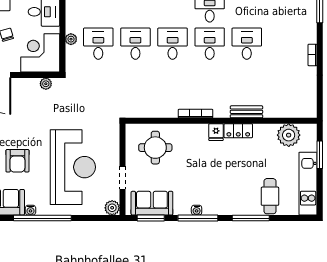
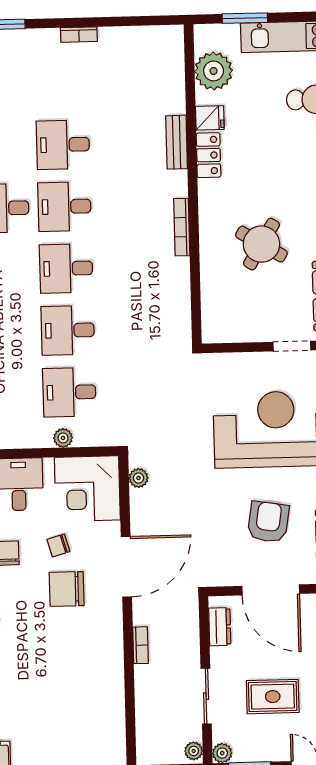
fridge: (216, 132) -> (210, 118), moved
round table: (155, 148) -> (261, 244), moved, turned 31
armchair: (17, 161) -> (268, 522), turned -81

